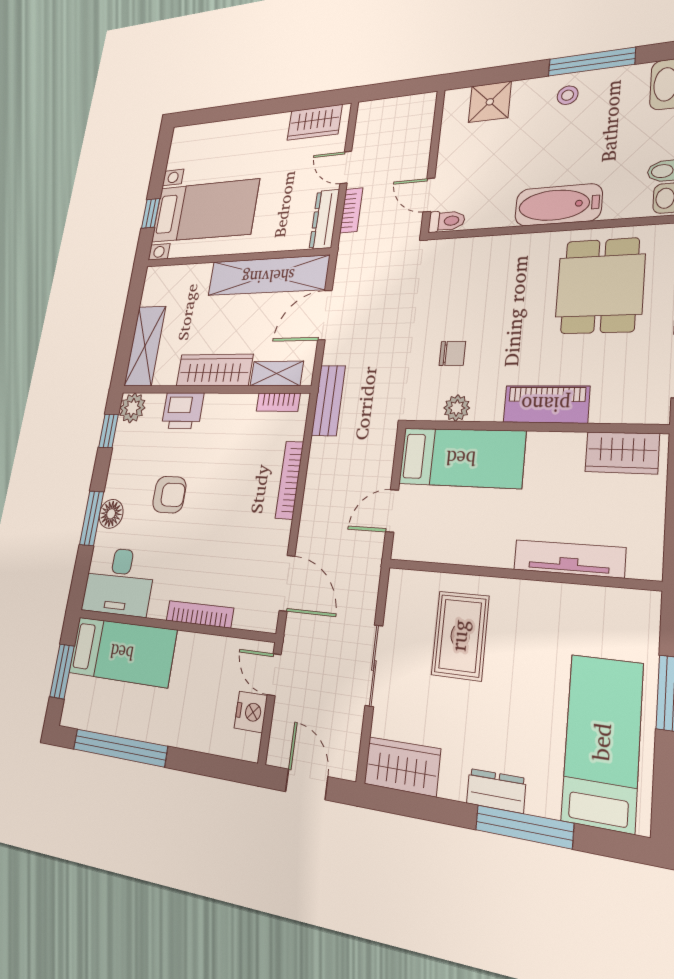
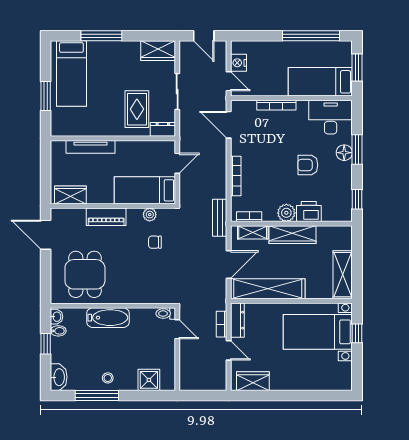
shelving: (145, 346) -> (343, 275), moved
plant: (132, 408) -> (286, 213), moved
dresser: (496, 791) -> (163, 129), moved, turned 180

